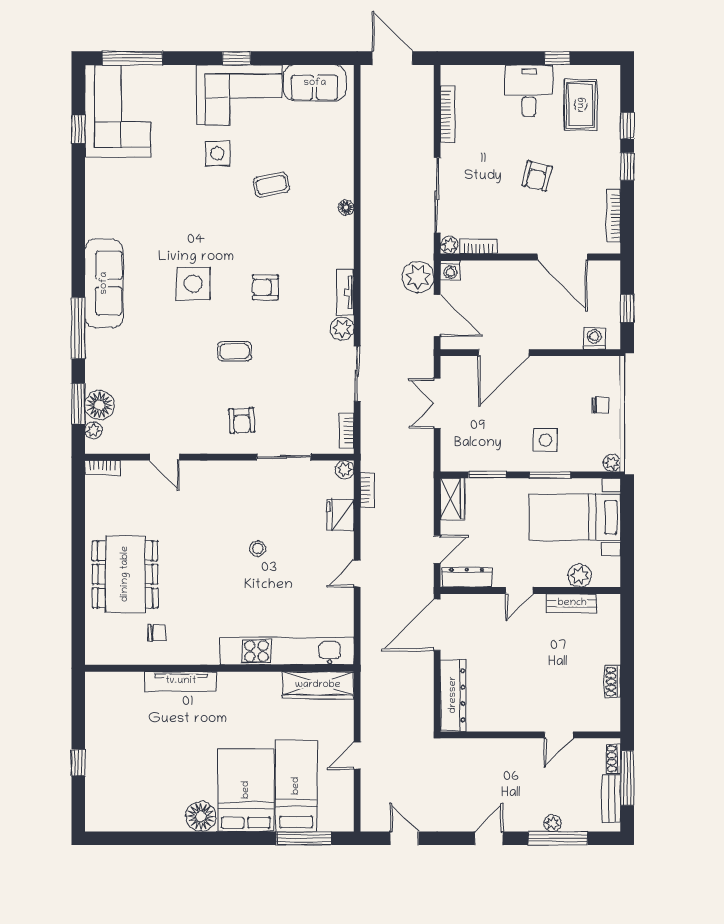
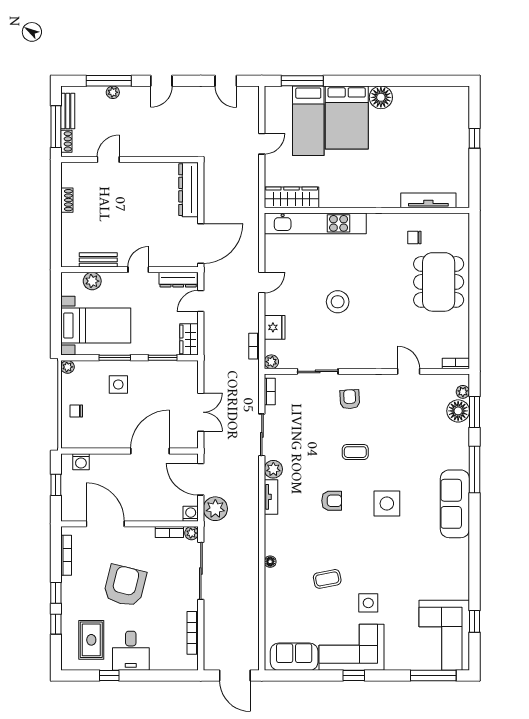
armchair: (537, 176) -> (125, 586), width x1.88, depth x1.88
stool: (258, 548) -> (338, 302), width x1.89, depth x1.89
tv unit: (181, 681) -> (428, 200), moved

